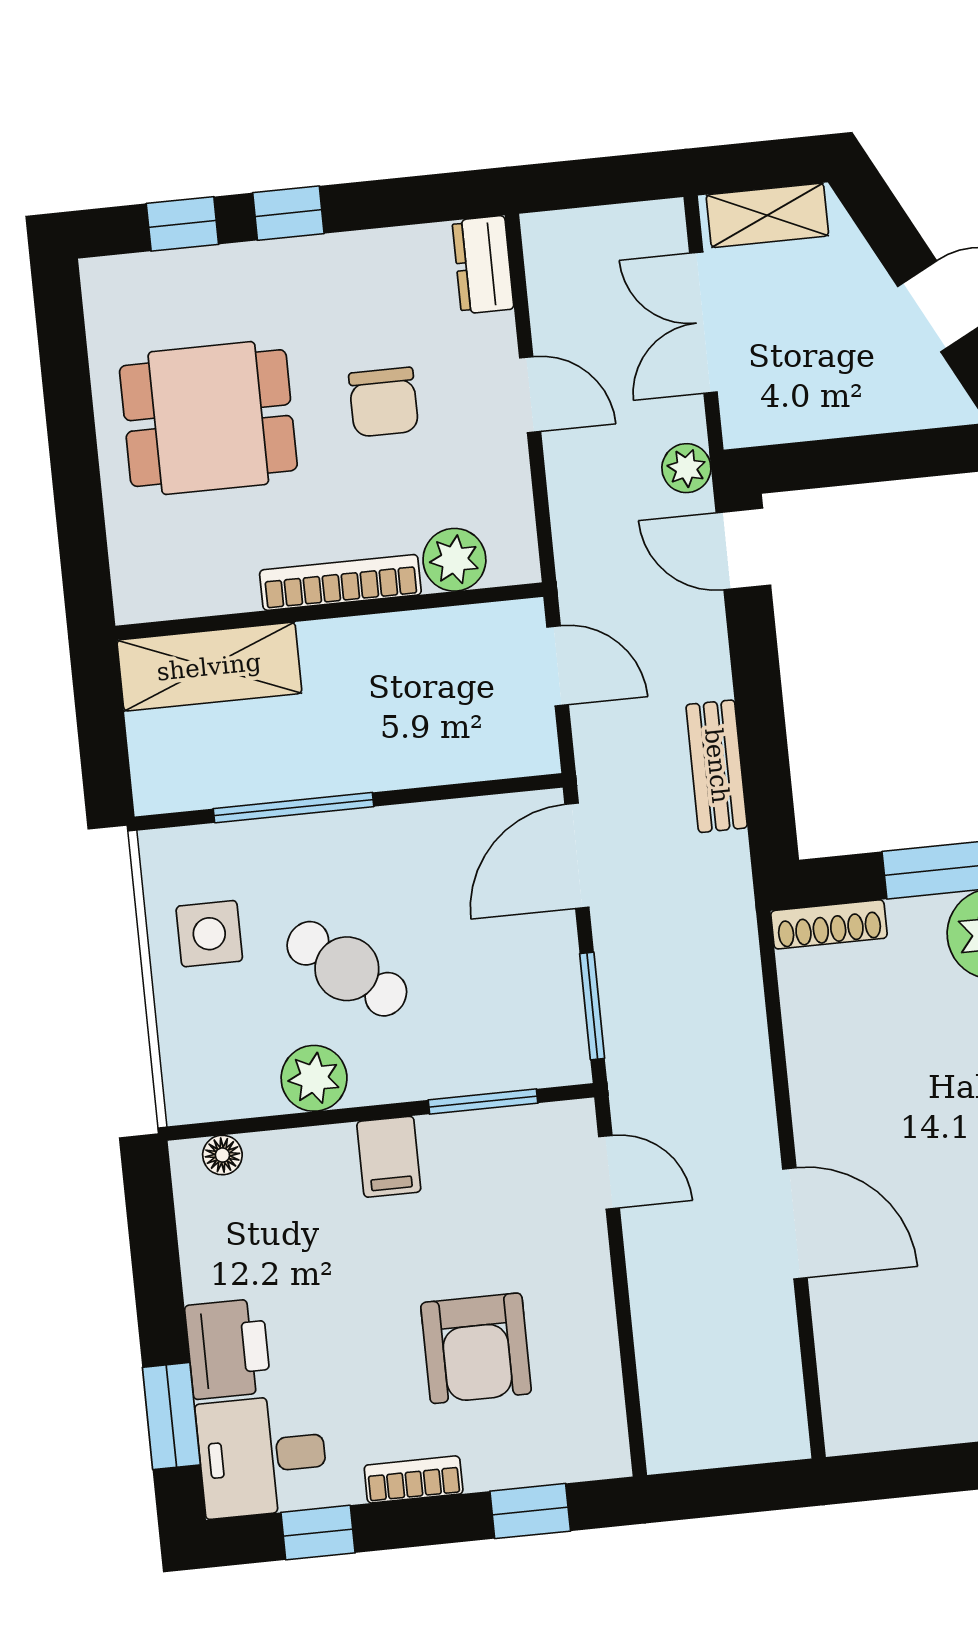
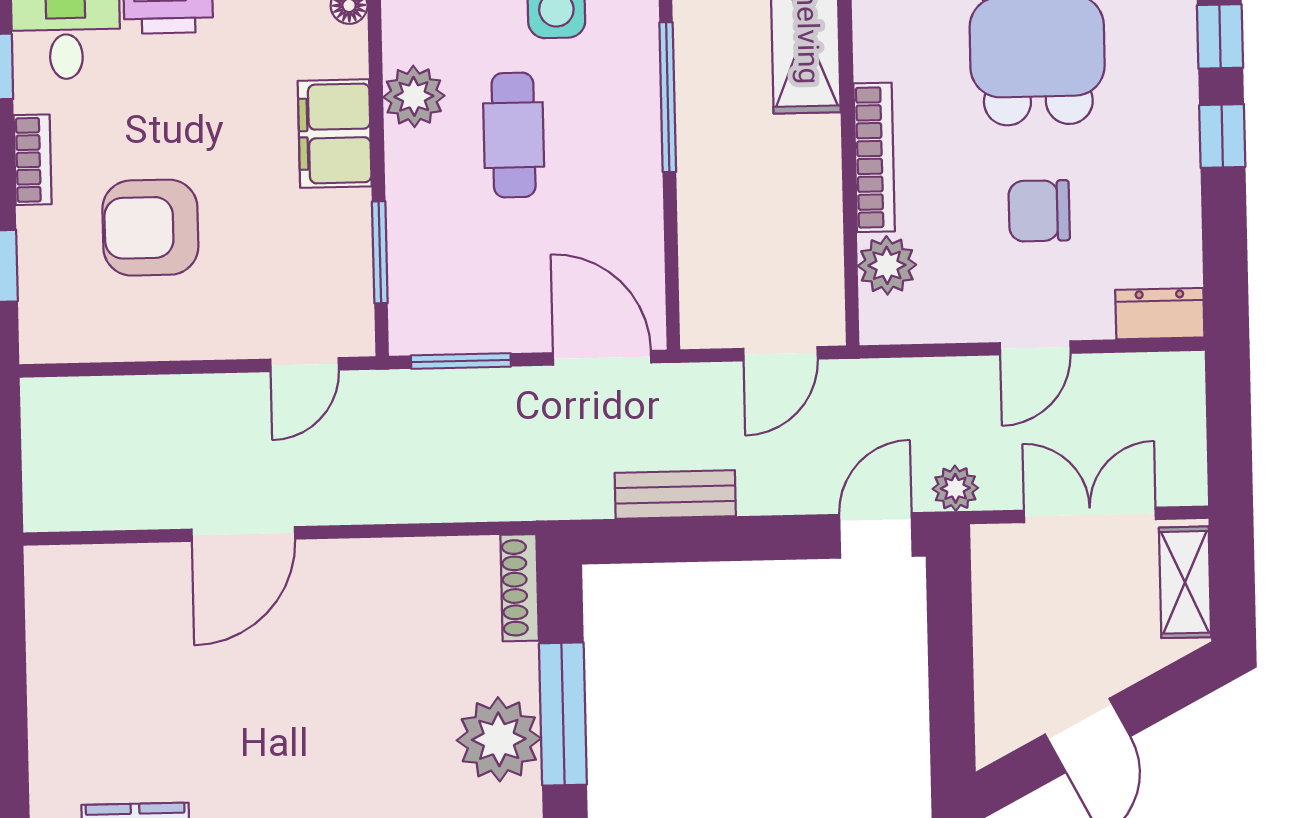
cafe table: (347, 969) -> (514, 135), turned -39
filing cabinet: (389, 1157) -> (335, 134), width x2.00

